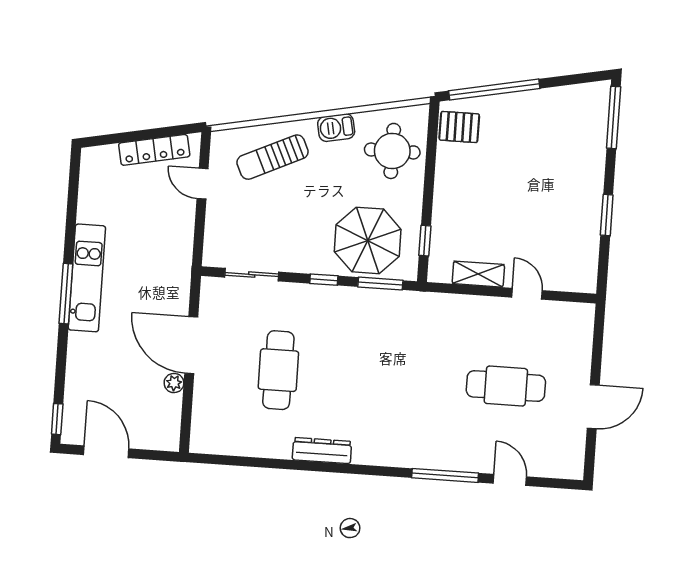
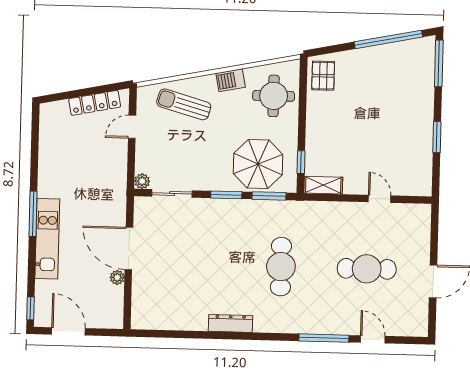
window: (494, 90) -> (388, 39), moved
pallet: (459, 127) -> (323, 76), turned 90
sun lounger: (273, 157) -> (184, 104), turned 41
door: (203, 184) -> (132, 127), hinge flipped
plant: (213, 257) -> (142, 181), added
shelving: (478, 274) -> (323, 185), moved
kitchen unit: (87, 278) -> (47, 239), moved
window: (324, 280) -> (226, 195), width x1.50
cafe table: (278, 370) -> (281, 267), moved

